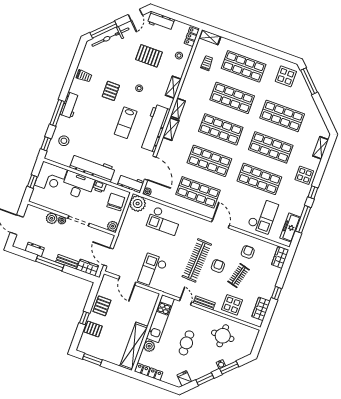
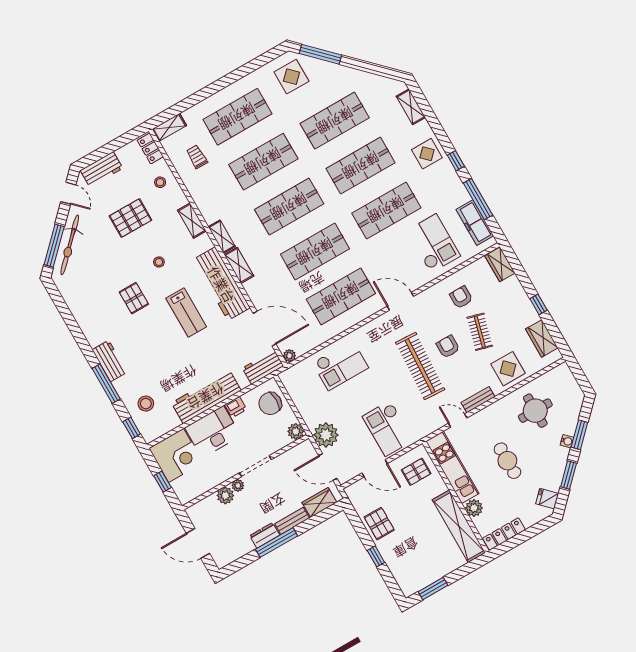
trolley: (84, 76) -> (89, 315), removed
chair: (116, 202) -> (270, 404), turned -88
plant: (138, 204) -> (326, 435), moved
dresser: (35, 249) -> (265, 535), moved
pallet: (93, 329) -> (416, 472), moved

